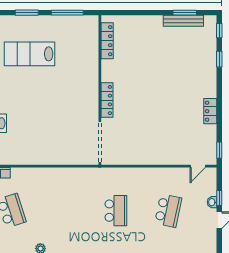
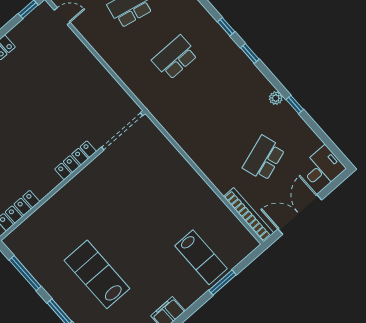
lab bench: (30, 54) -> (97, 274), turned 180

